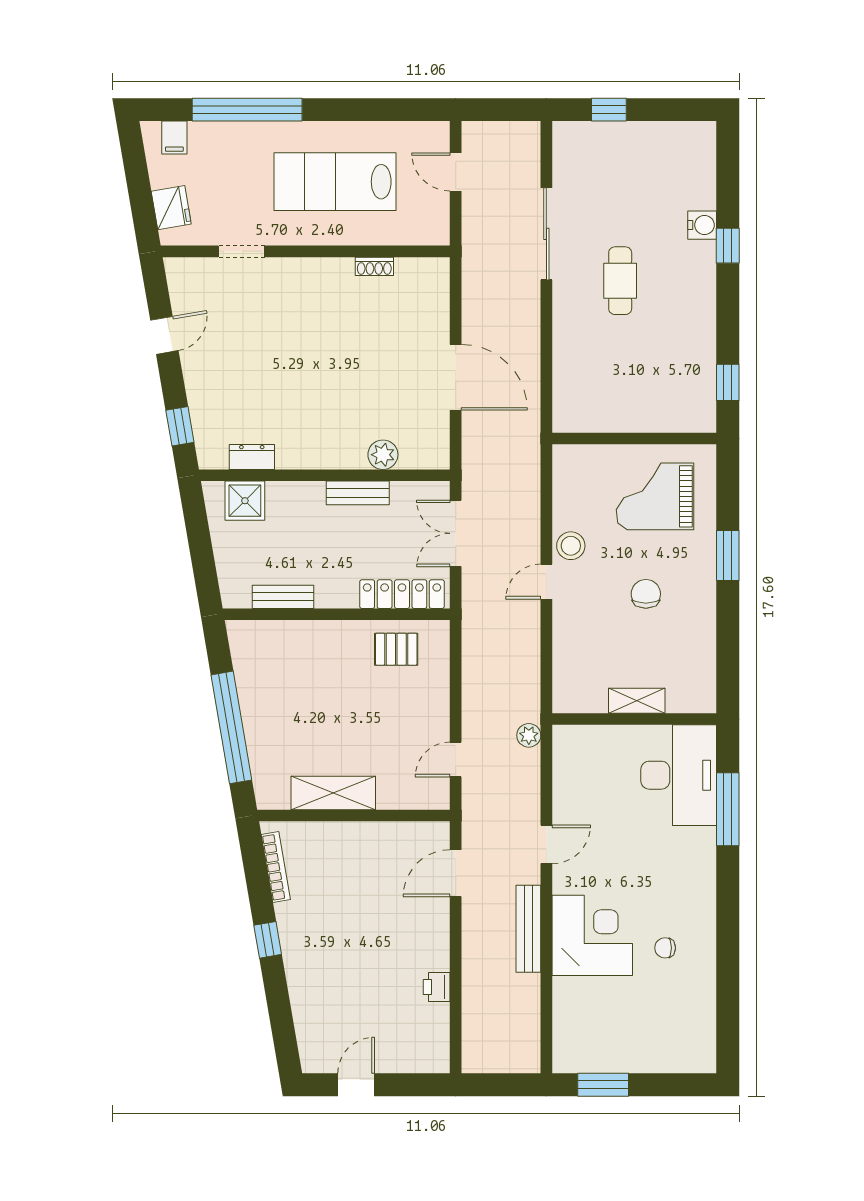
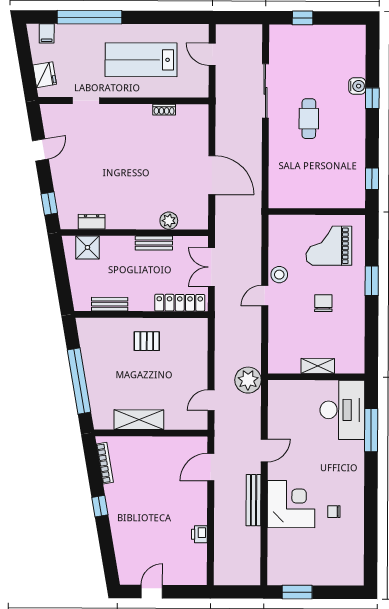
pallet: (396, 649) -> (147, 341), moved
plant: (529, 735) -> (248, 380), width x1.87, depth x1.87

